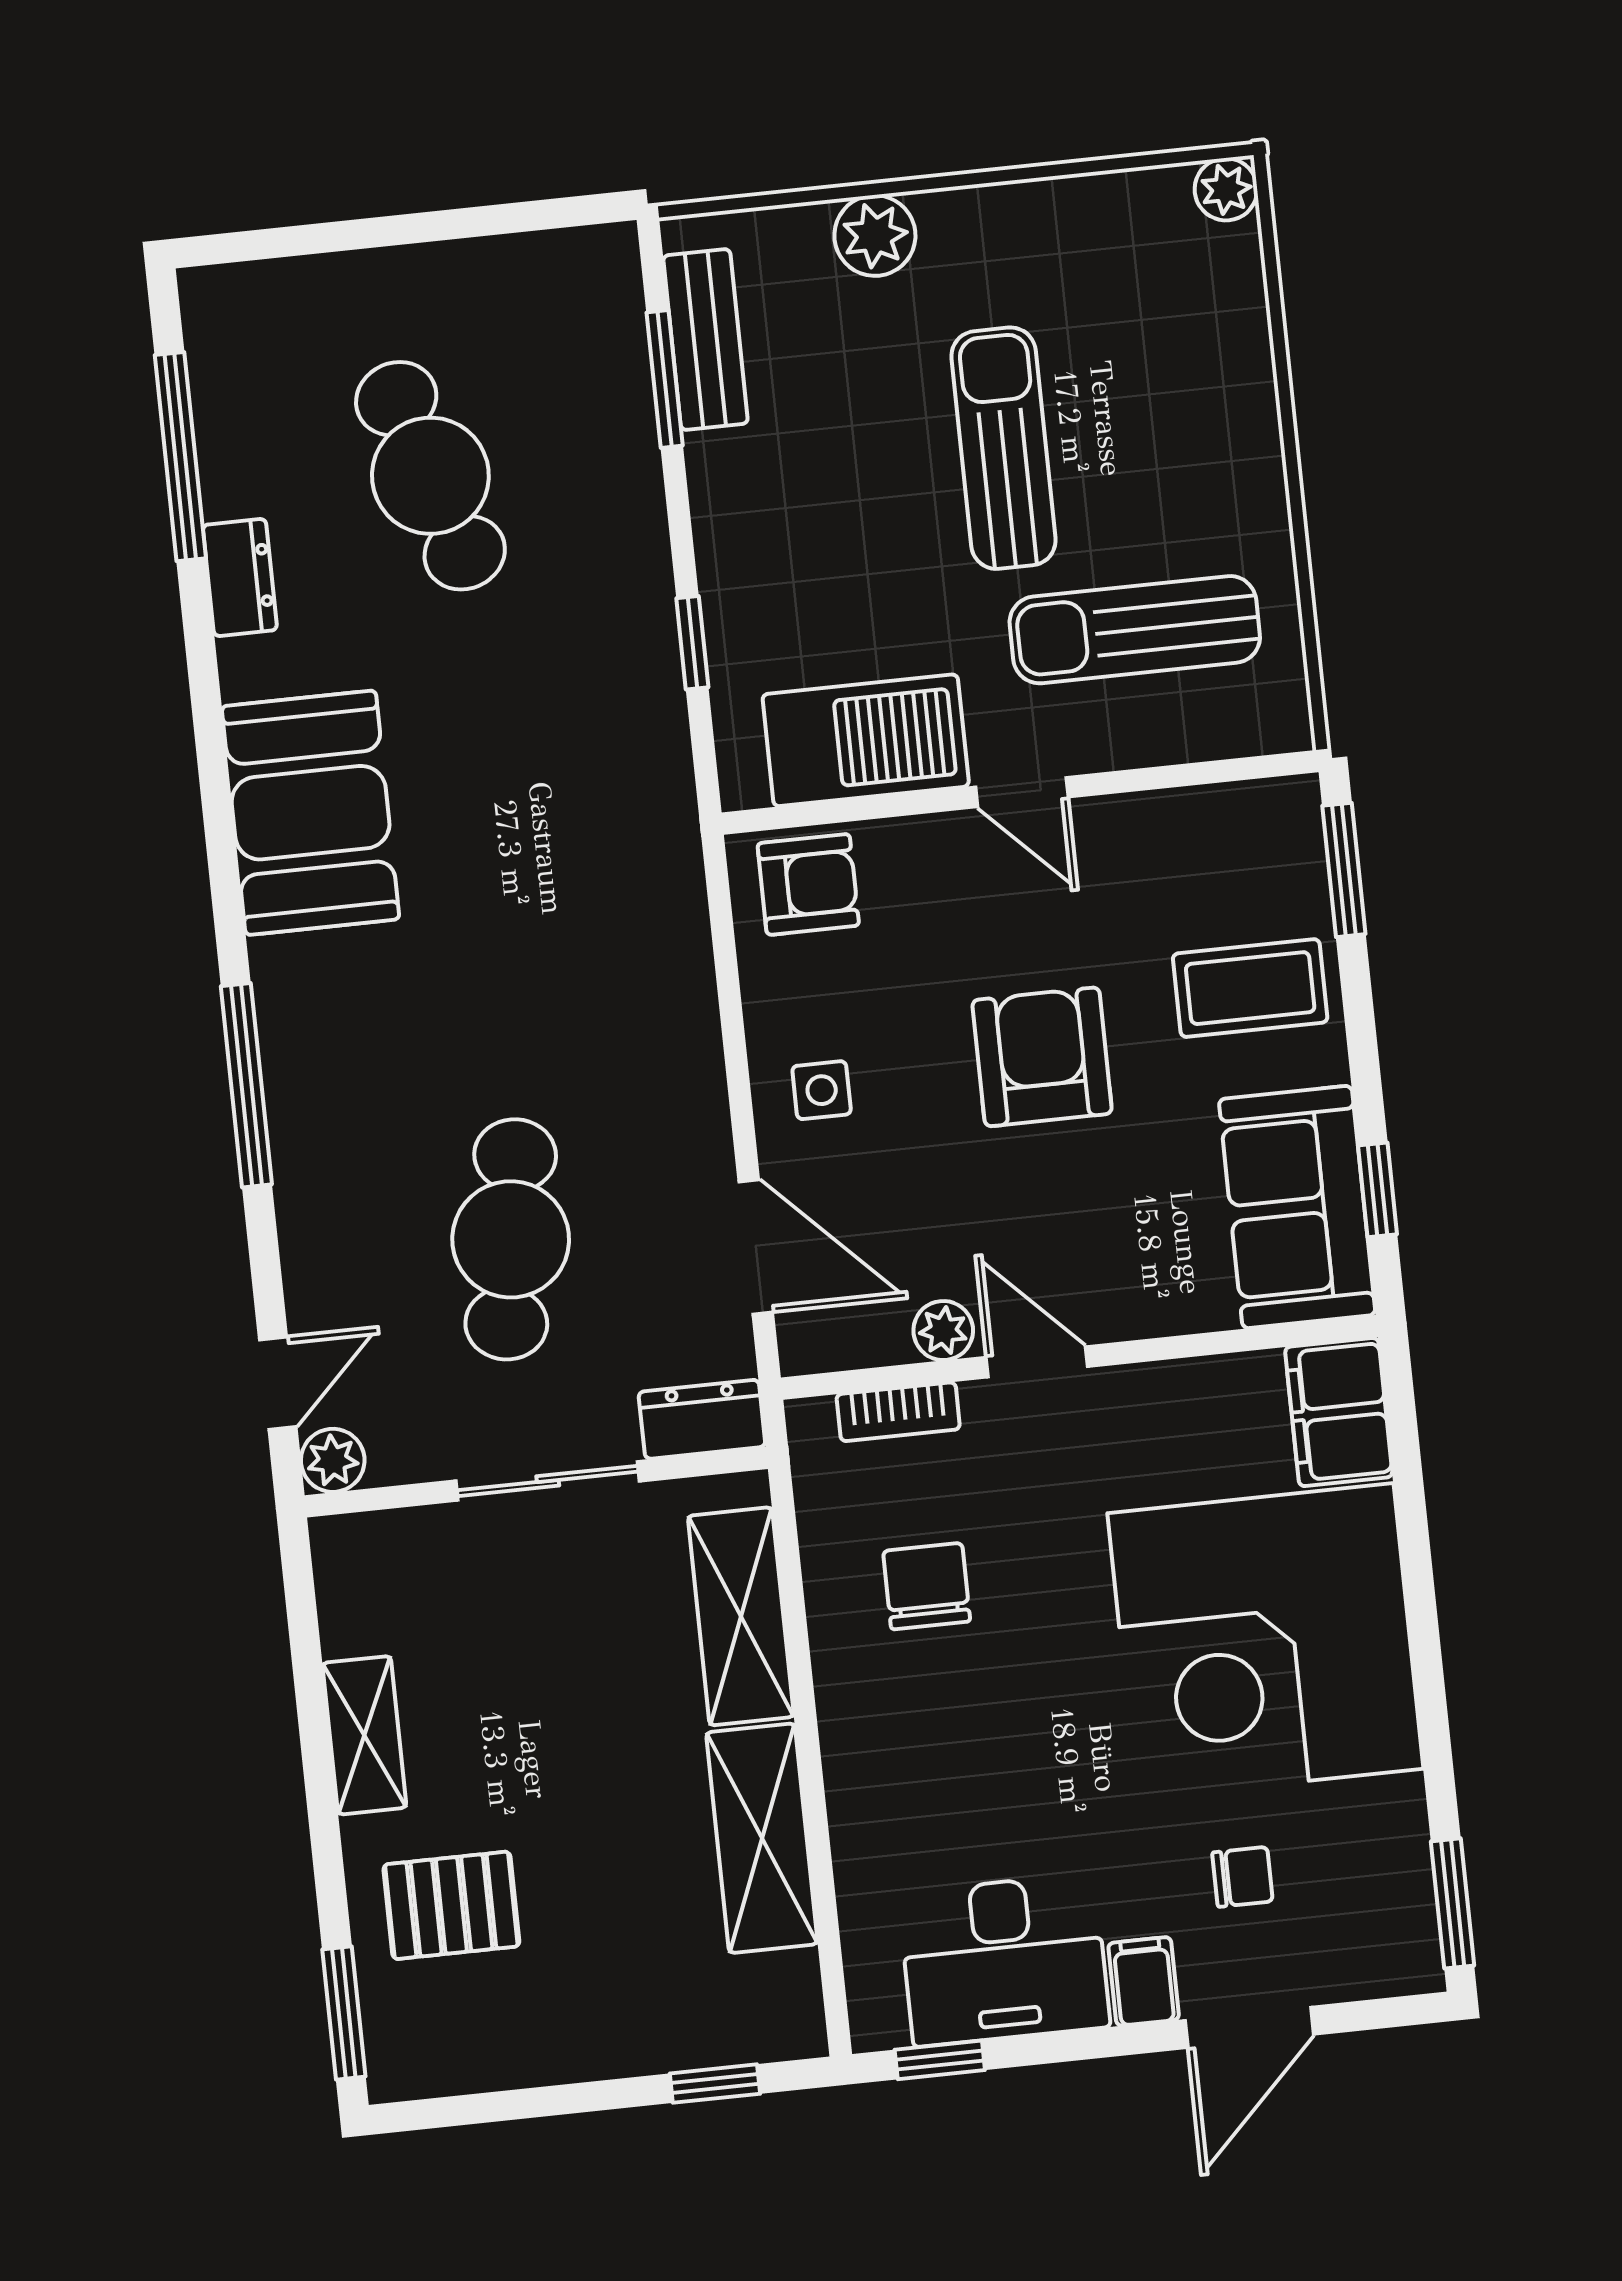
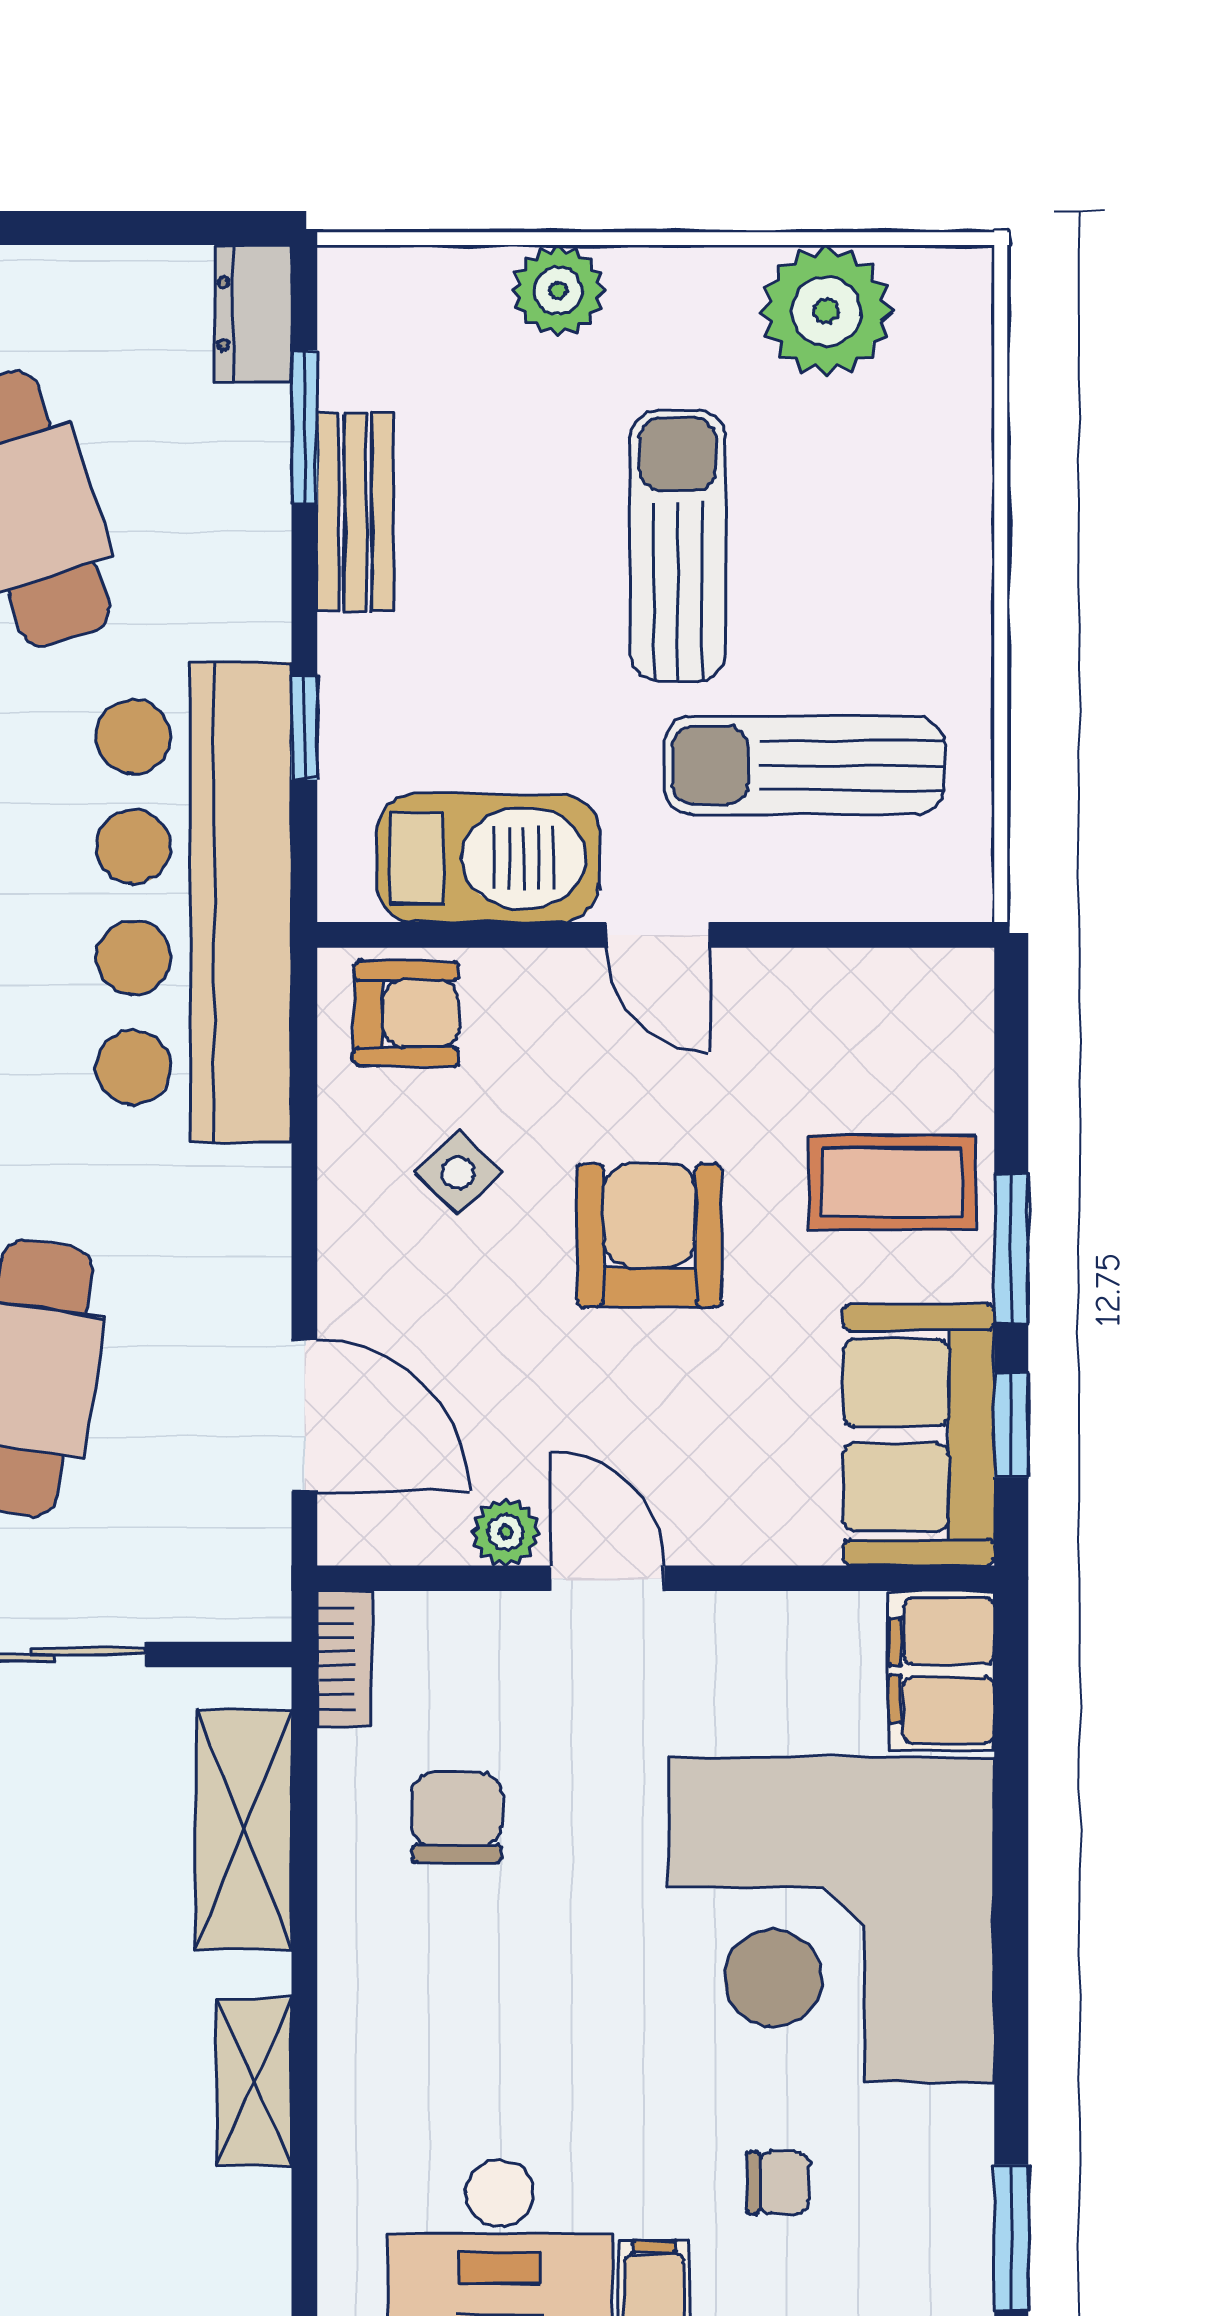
plant: (1226, 189) -> (826, 311), moved, width x1.88, depth x1.88
bench: (705, 340) -> (355, 512), moved
bar counter: (611, 806) -> (194, 902), added
window: (1344, 870) -> (1011, 1249), moved
side table: (822, 1090) -> (458, 1173), moved, turned 45
bookcase: (898, 1412) -> (344, 1659), moved, turned -90
dresser: (702, 1419) -> (253, 313), moved, turned -90
shelving: (762, 1838) -> (254, 2082), width x0.67, depth x0.75

